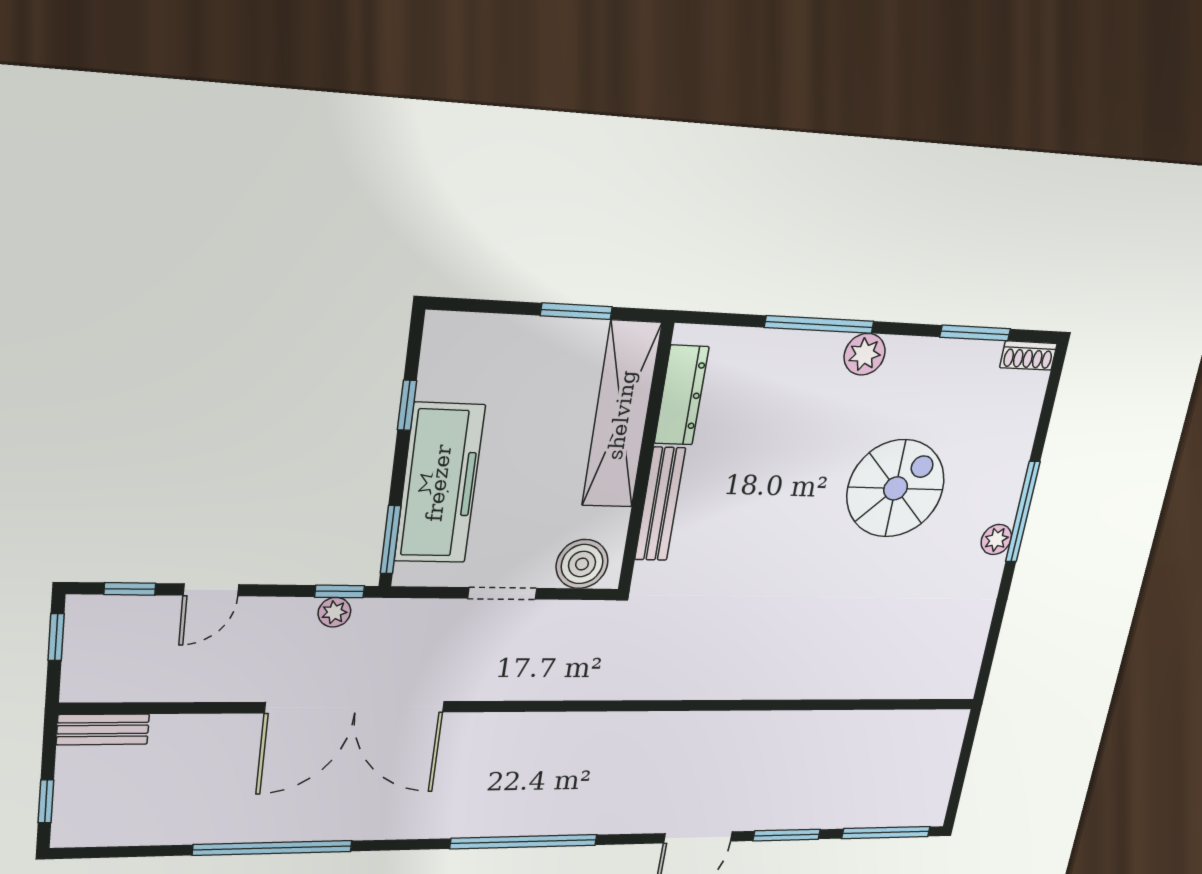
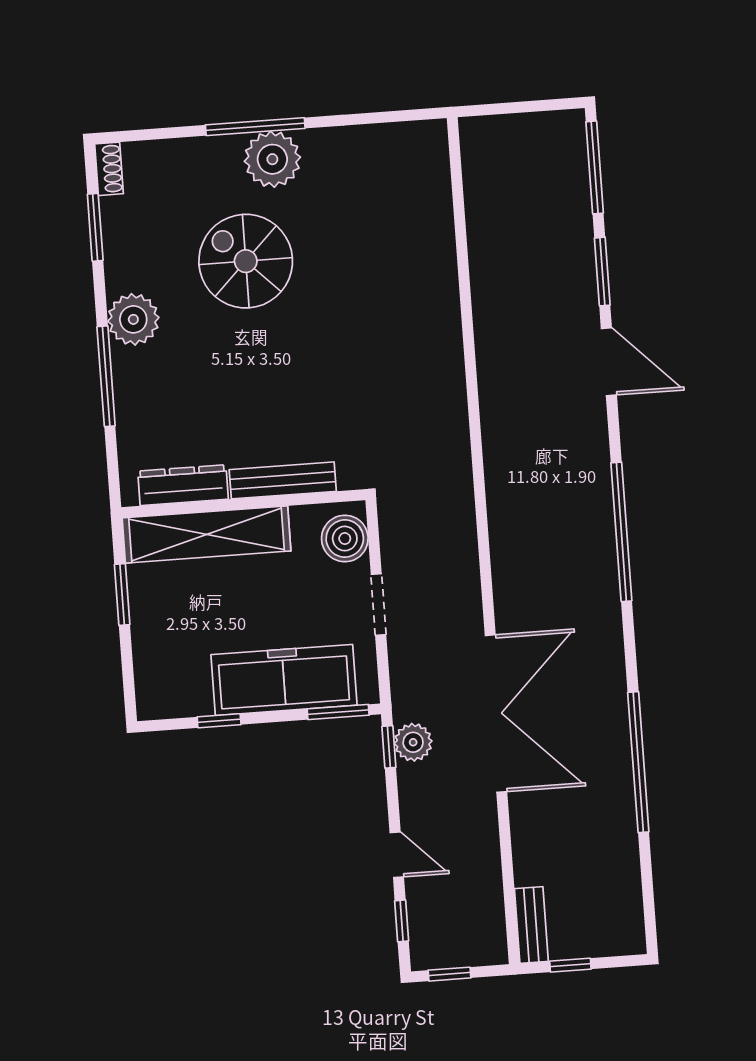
plant: (865, 354) -> (133, 319), width x1.36, depth x1.36
plant: (996, 539) -> (272, 159), width x1.87, depth x1.87
plant: (334, 612) -> (413, 742), width x1.38, depth x1.38
window: (46, 801) -> (570, 965), moved

